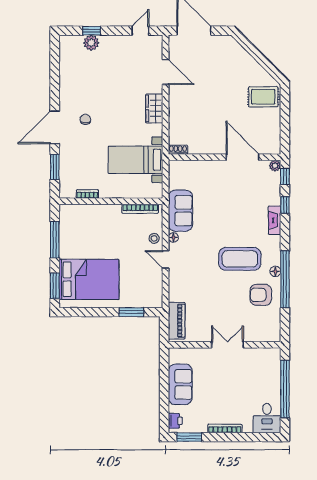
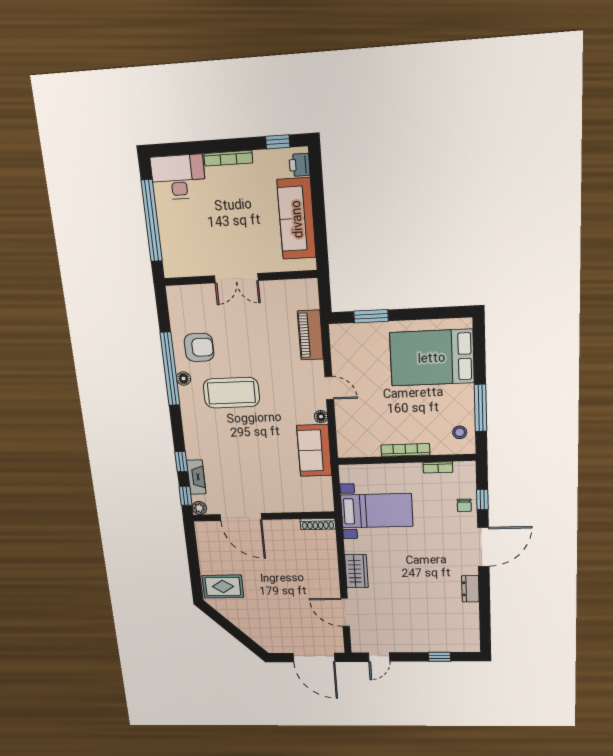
plant: (91, 43) -> (439, 644), removed
dresser: (66, 92) -> (470, 589), added
chair: (85, 119) -> (464, 505), moved
shoe rack: (178, 150) -> (318, 524), width x1.43
window: (55, 167) -> (482, 500), width x0.67
bookcase: (140, 209) -> (405, 450), moved
fireplace: (275, 220) -> (196, 477), moved
stool: (154, 238) -> (460, 432), moved
window: (55, 286) -> (479, 347), removed
piano: (177, 321) -> (310, 335), moved
sofa: (180, 384) -> (297, 219), width x1.36
desk: (267, 418) -> (178, 177), width x1.37
window: (189, 437) -> (278, 142), width x0.67

